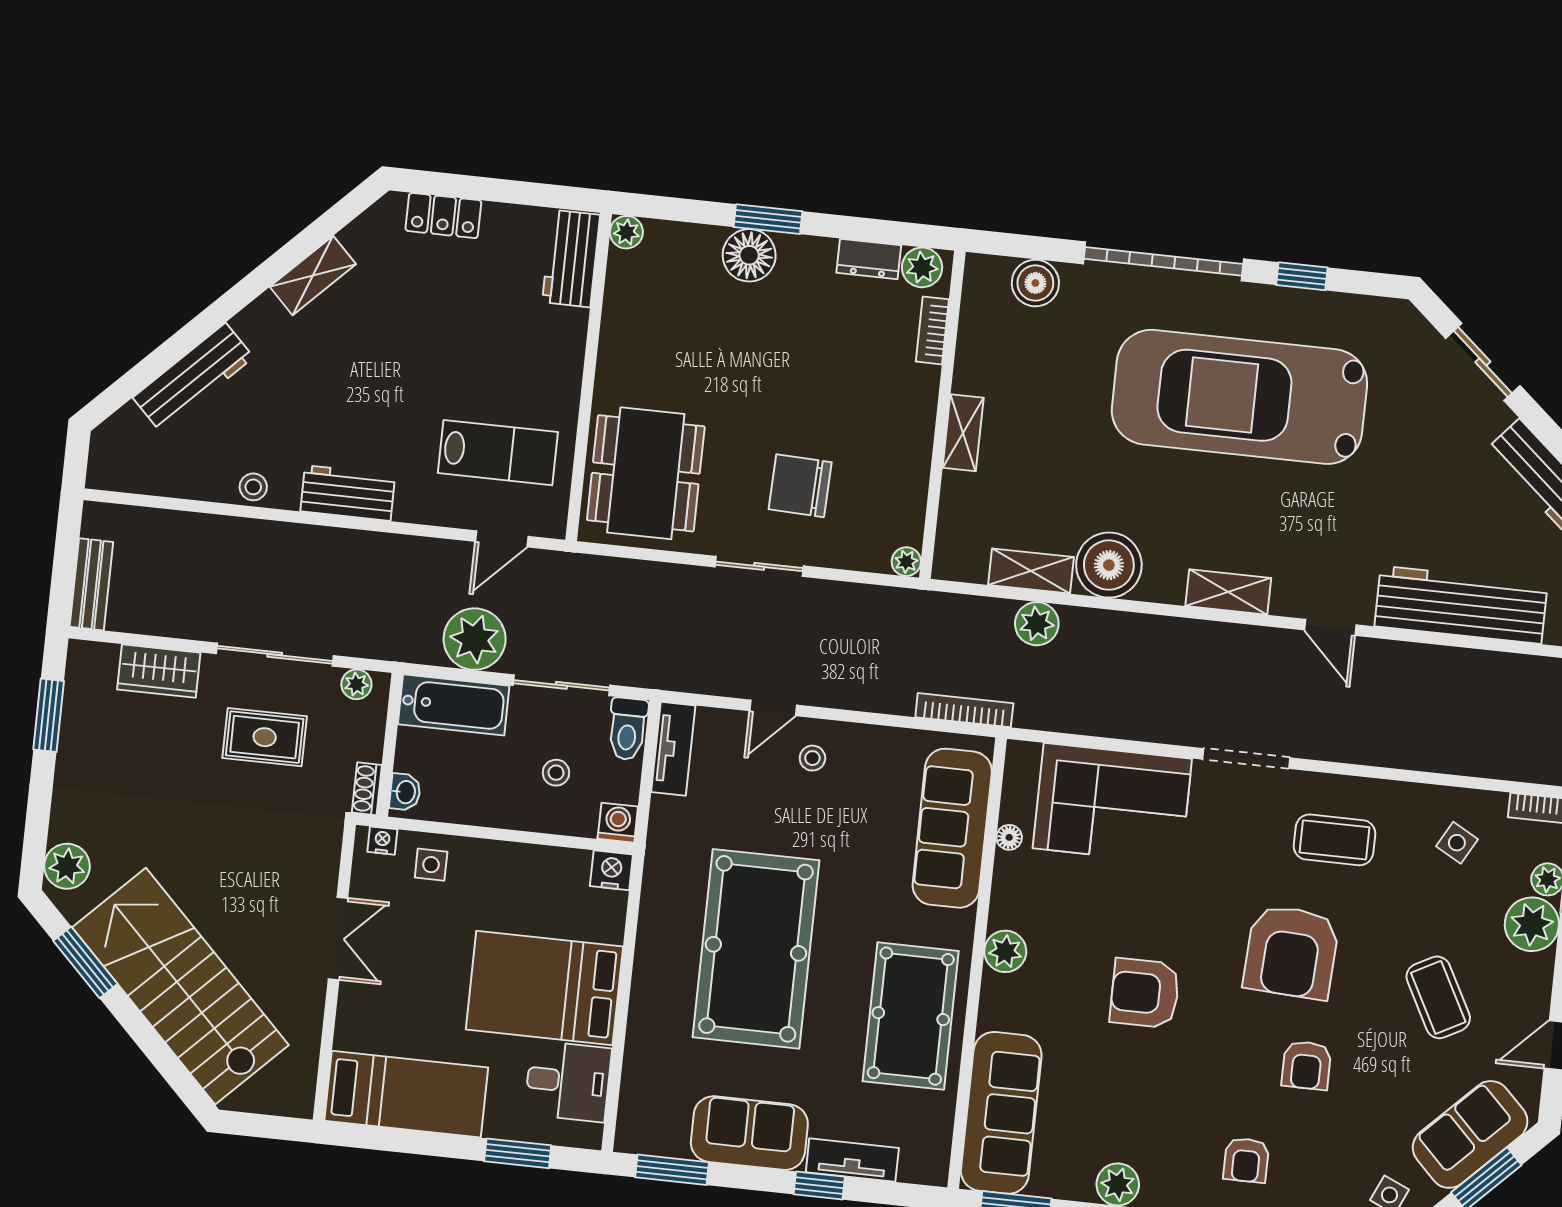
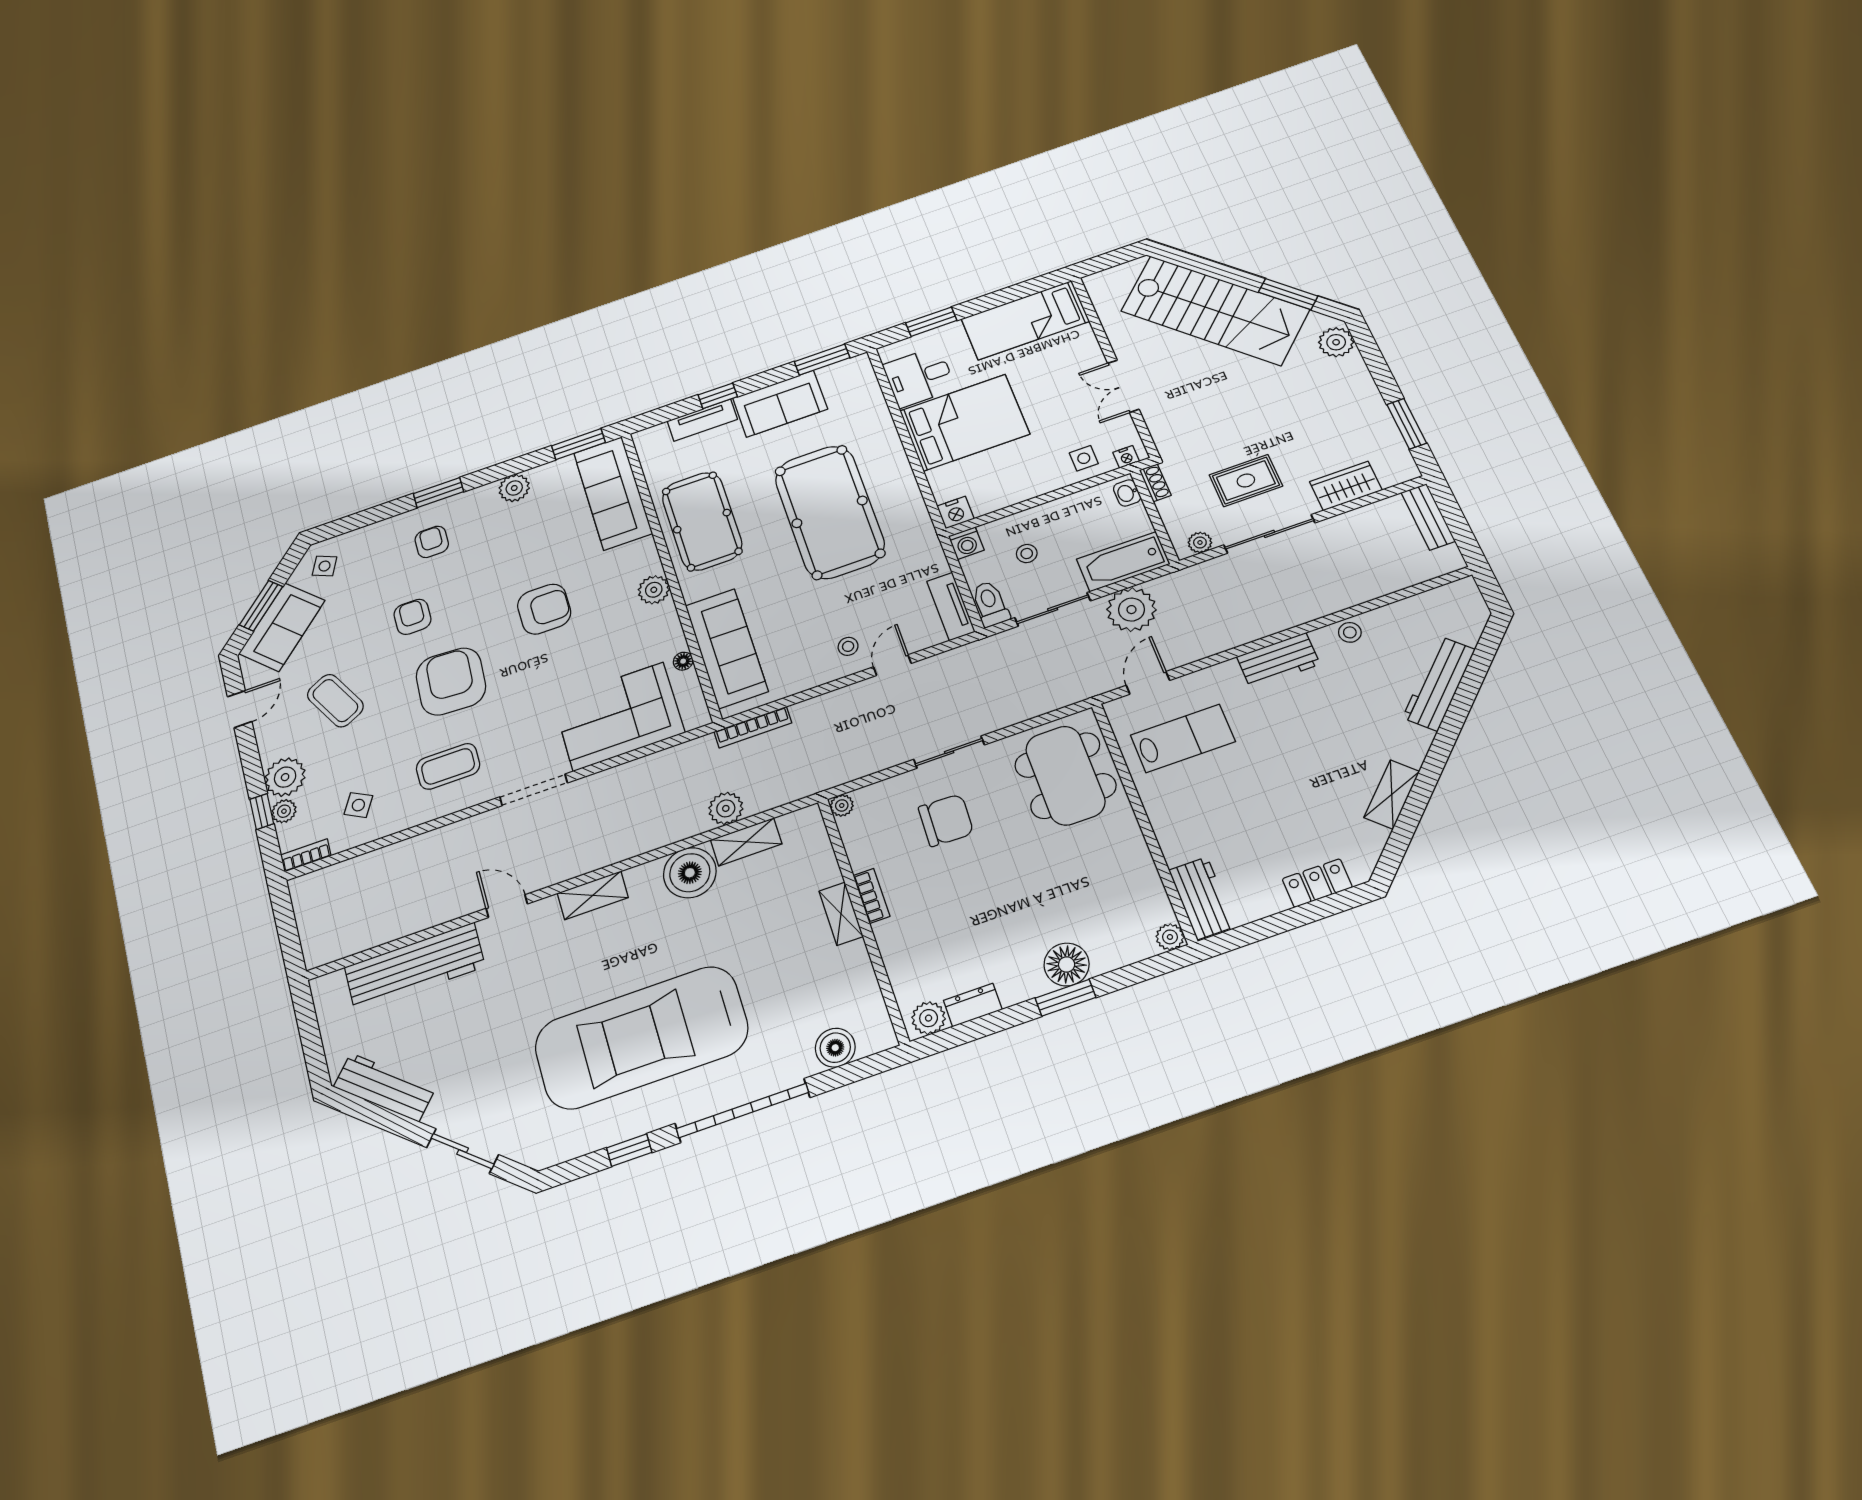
bookcase: (932, 330) -> (871, 896), moved
car: (1239, 397) -> (641, 1037), turned 180
lab bench: (498, 453) -> (1183, 738), turned 180

